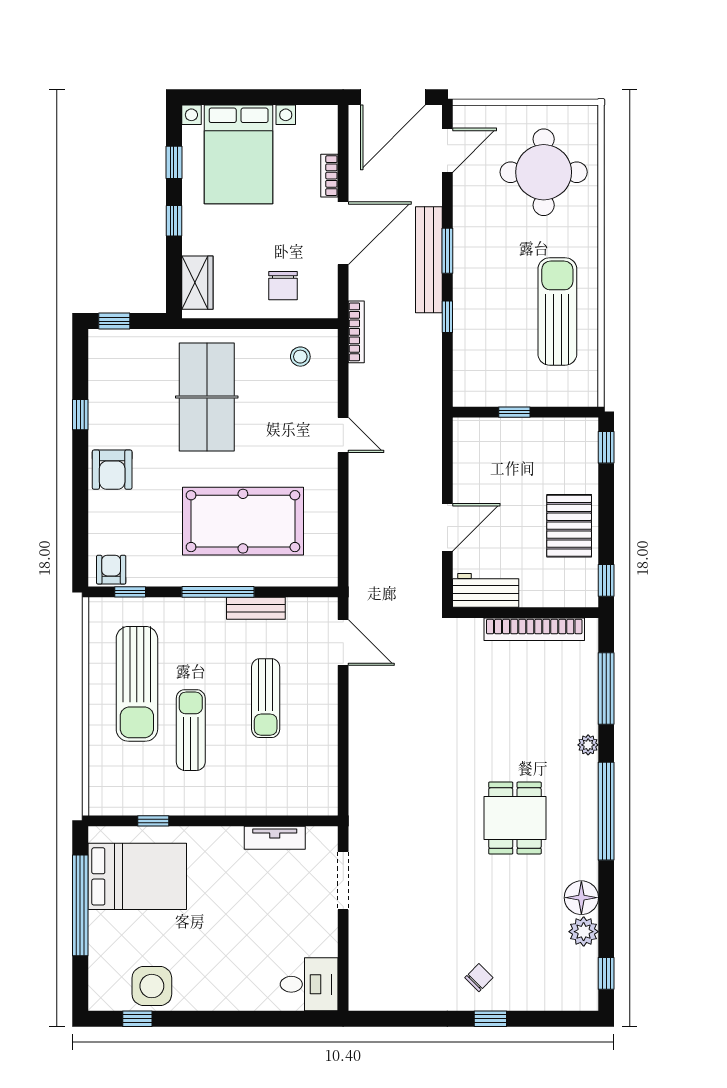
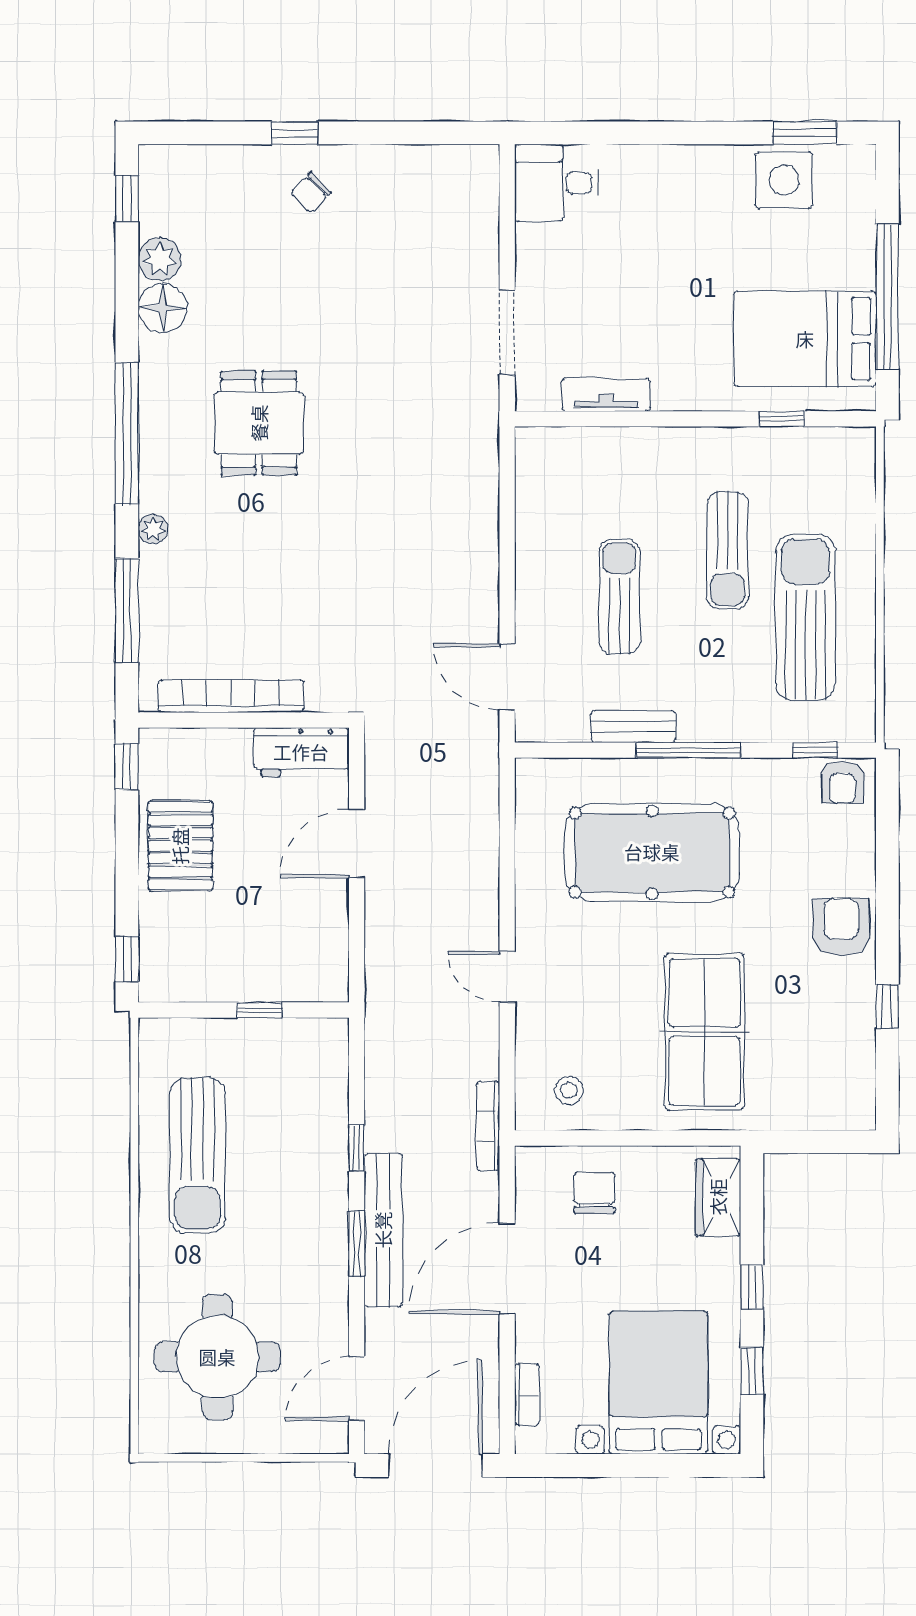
bookcase: (329, 176) -> (527, 1395), moved
window: (114, 321) -> (838, 1142), removed
window: (137, 1019) -> (805, 133), width x1.50

